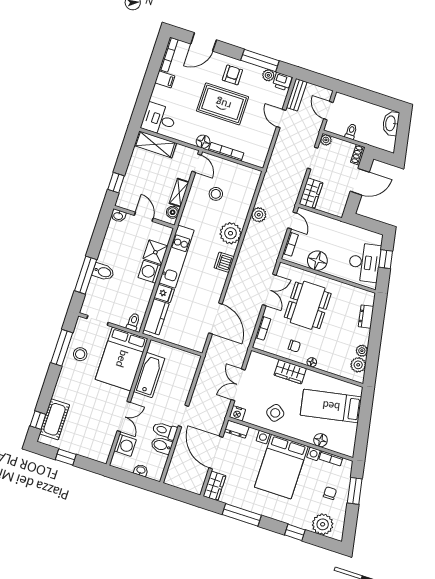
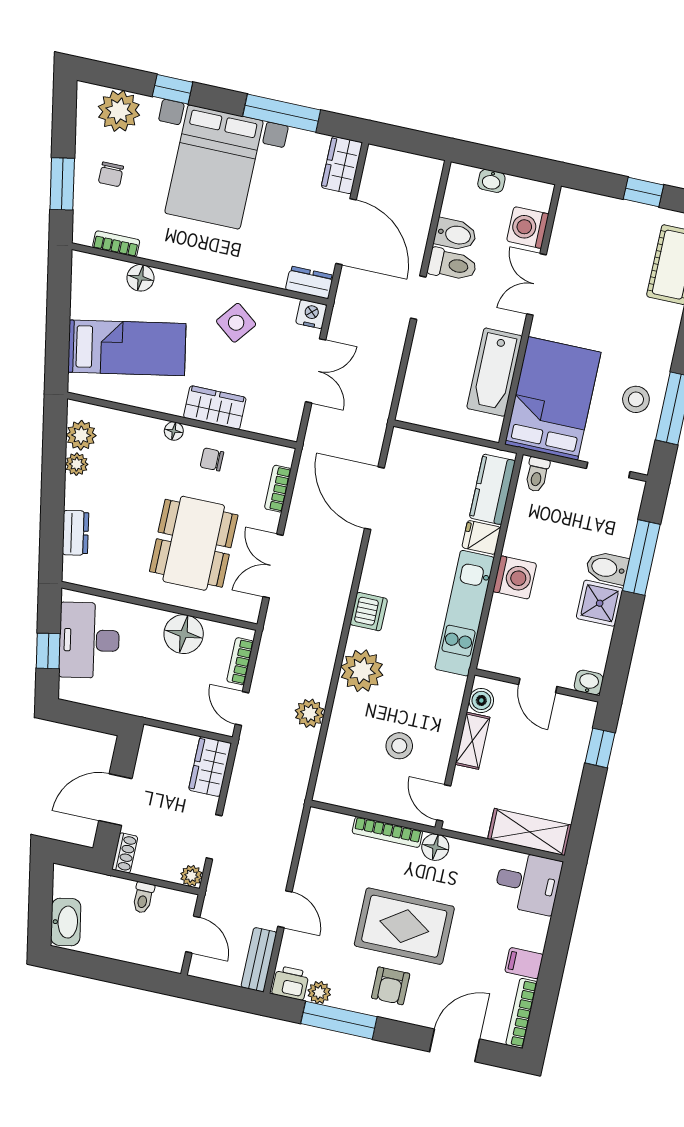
shower: (155, 252) -> (600, 603), moved
bed with nightstands: (281, 467) -> (214, 167), moved, turned 180

